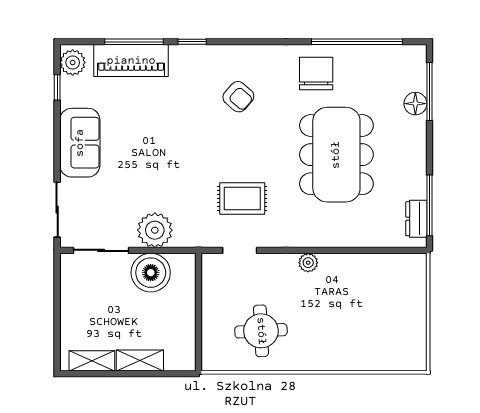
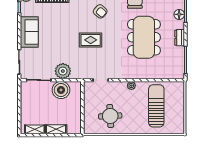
rug: (242, 198) -> (91, 40), moved
dresser: (416, 219) -> (180, 38), moved
sun lounger: (364, 308) -> (156, 106), added

